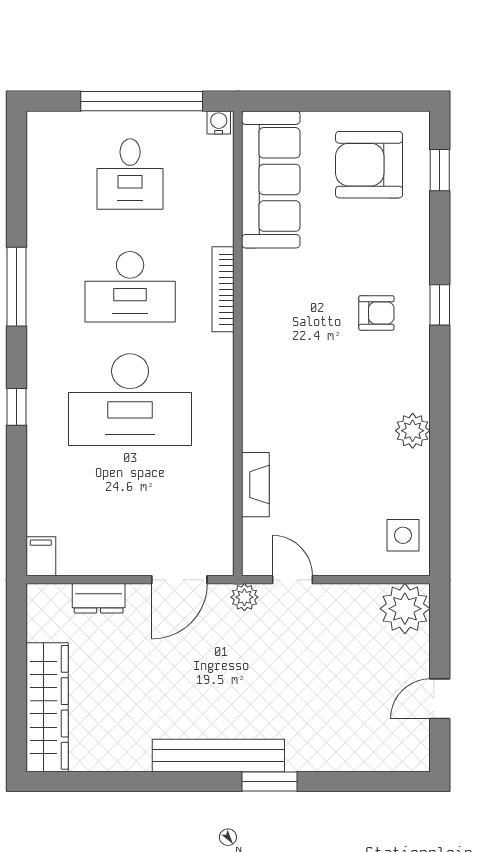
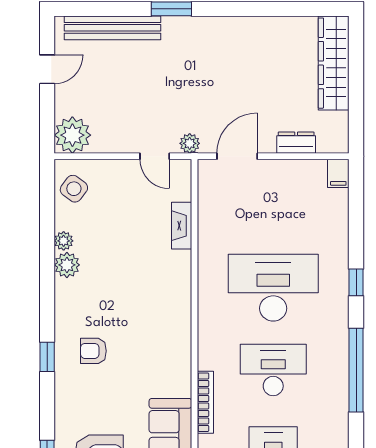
window: (17, 287) -> (356, 370), width x1.46
bookcase: (223, 289) -> (205, 402), moved
plant: (417, 464) -> (64, 241), added
side table: (403, 535) -> (74, 189), turned 37
bench: (218, 756) -> (113, 28), moved

